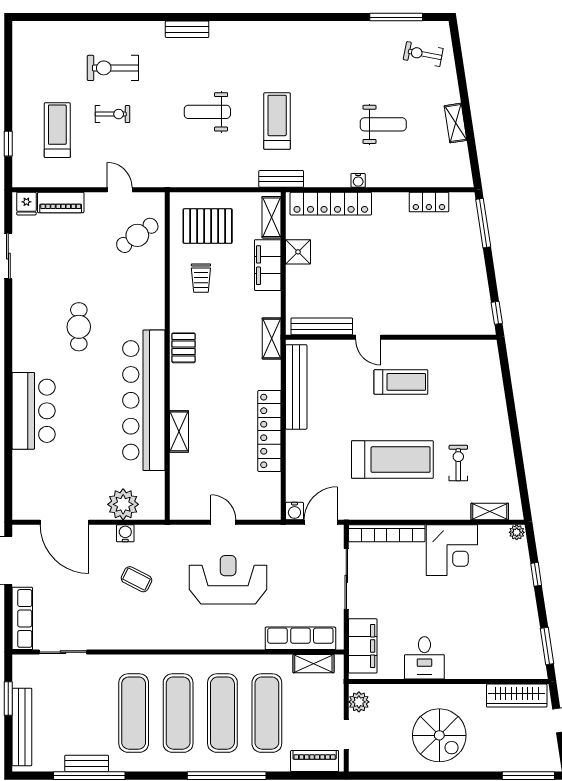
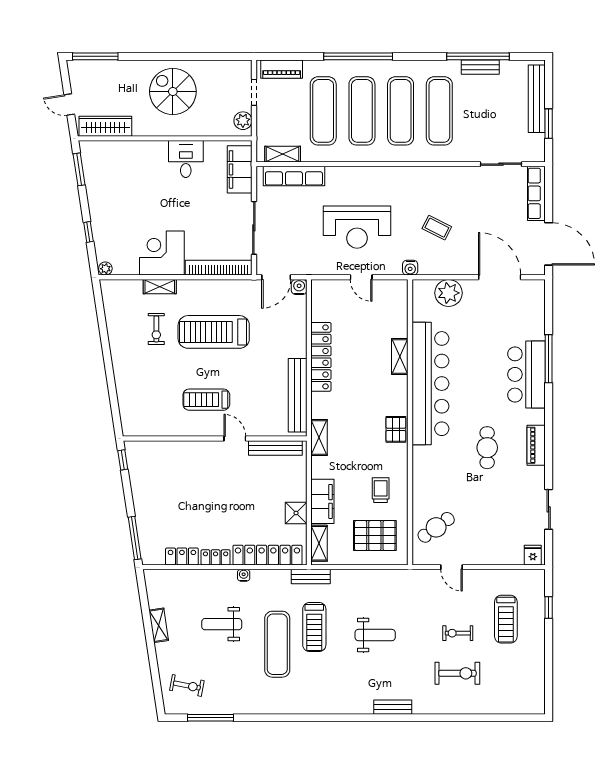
exercise mat: (320, 101) -> (277, 644), added
locker: (390, 201) -> (216, 557), added
piano: (61, 202) -> (536, 445), moved, turned -90
window: (8, 429) -> (549, 359), added
shelving: (490, 511) -> (160, 287), moved
water cooler: (125, 533) -> (410, 268), moved

